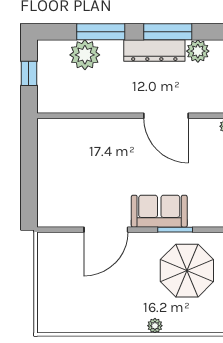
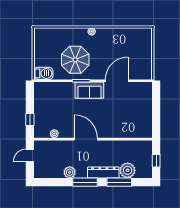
dresser: (154, 51) -> (103, 173), moved

